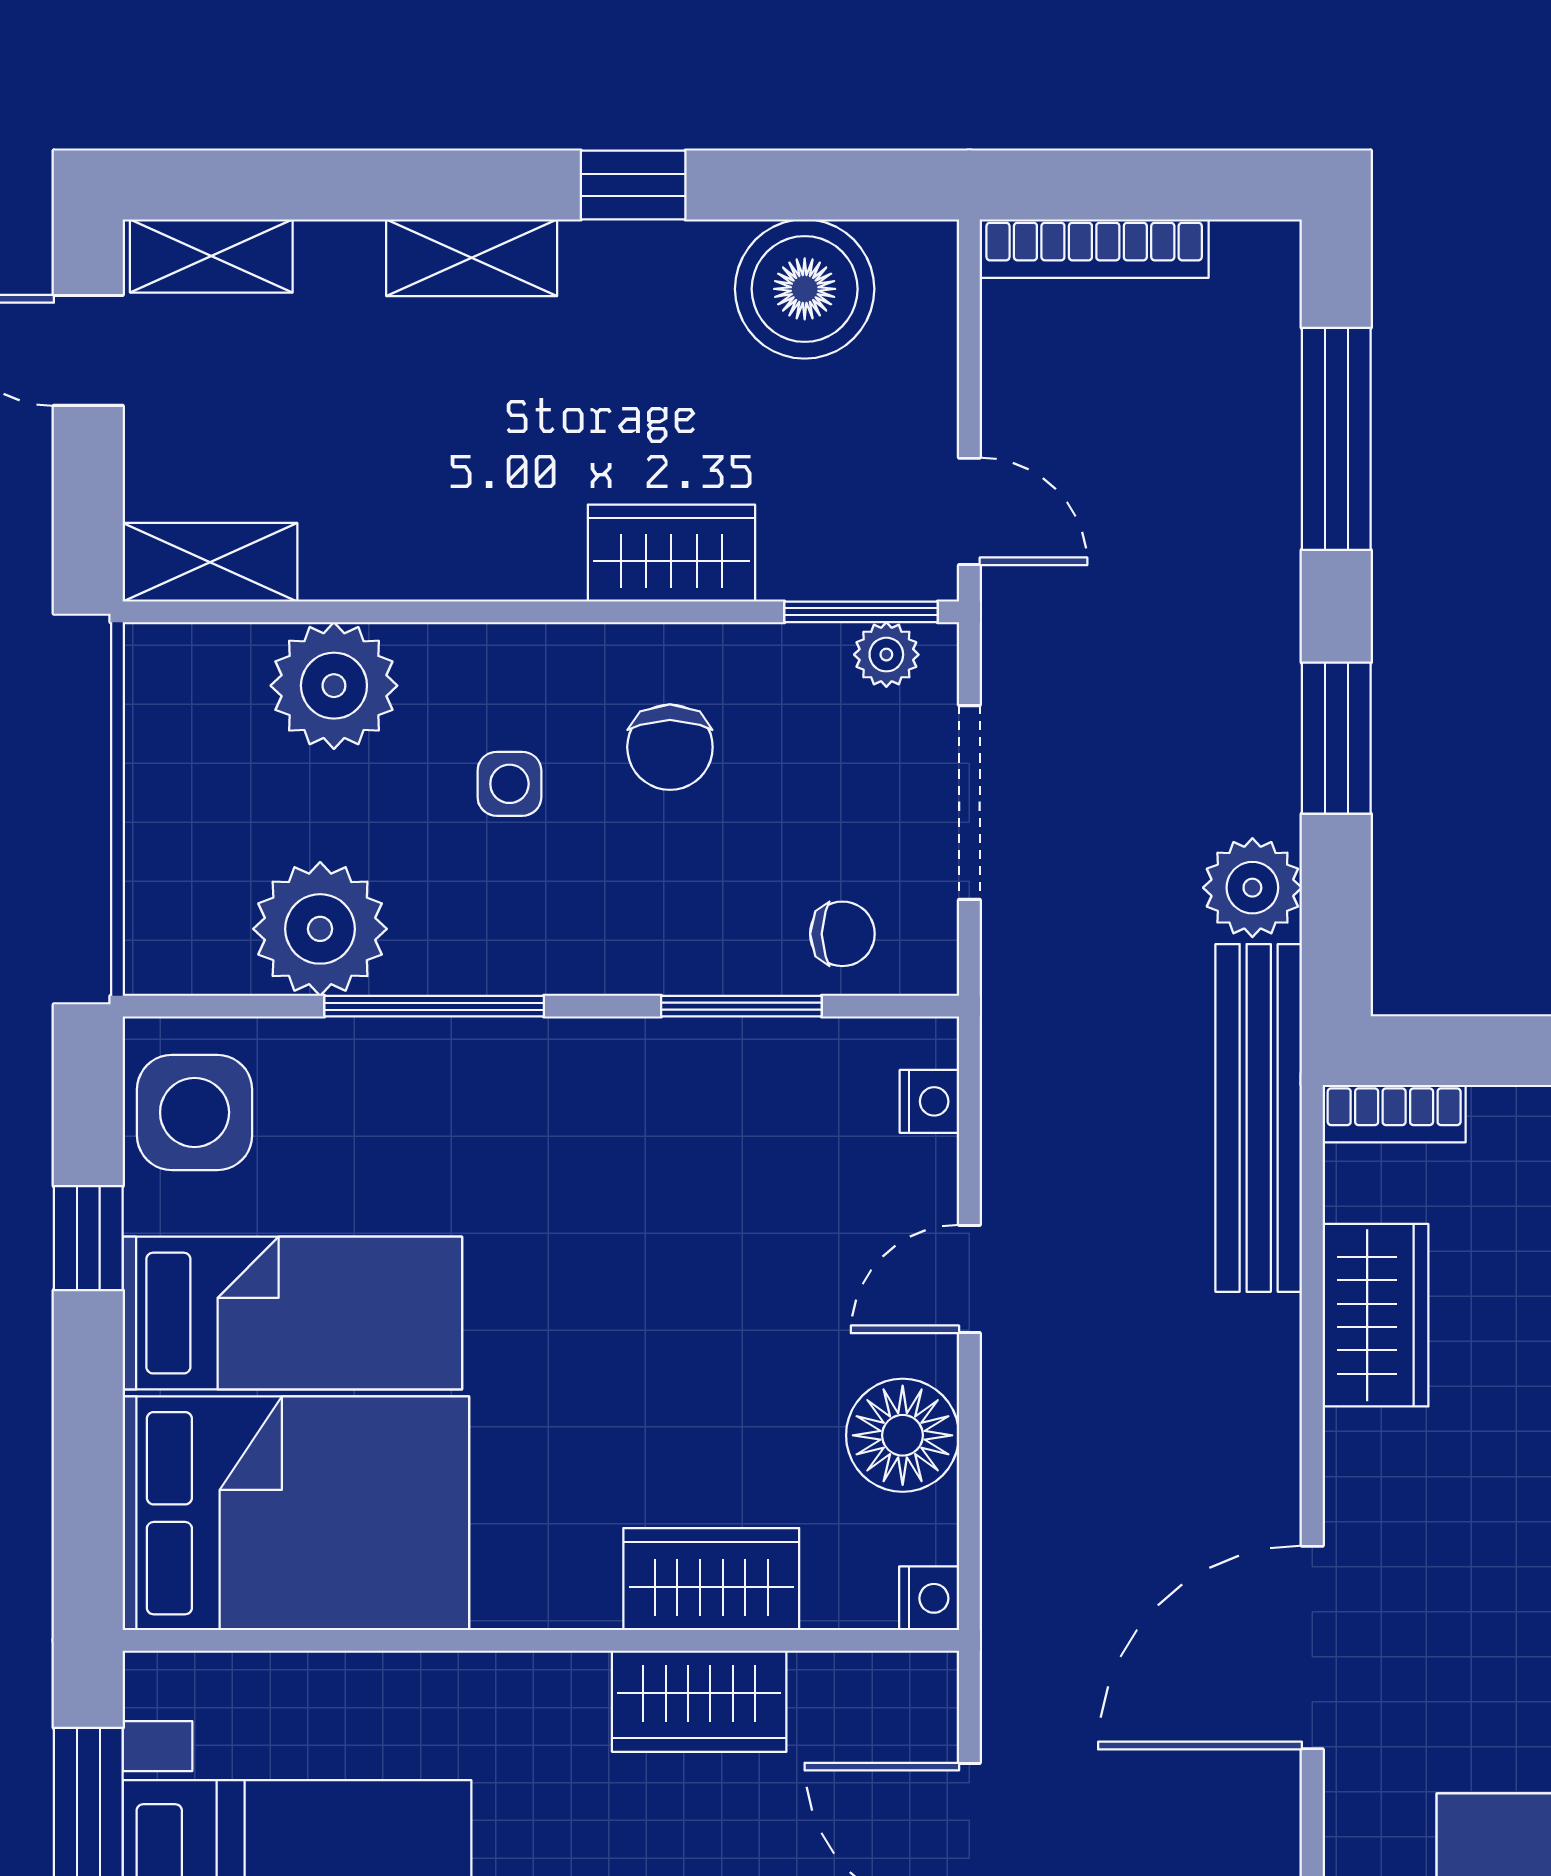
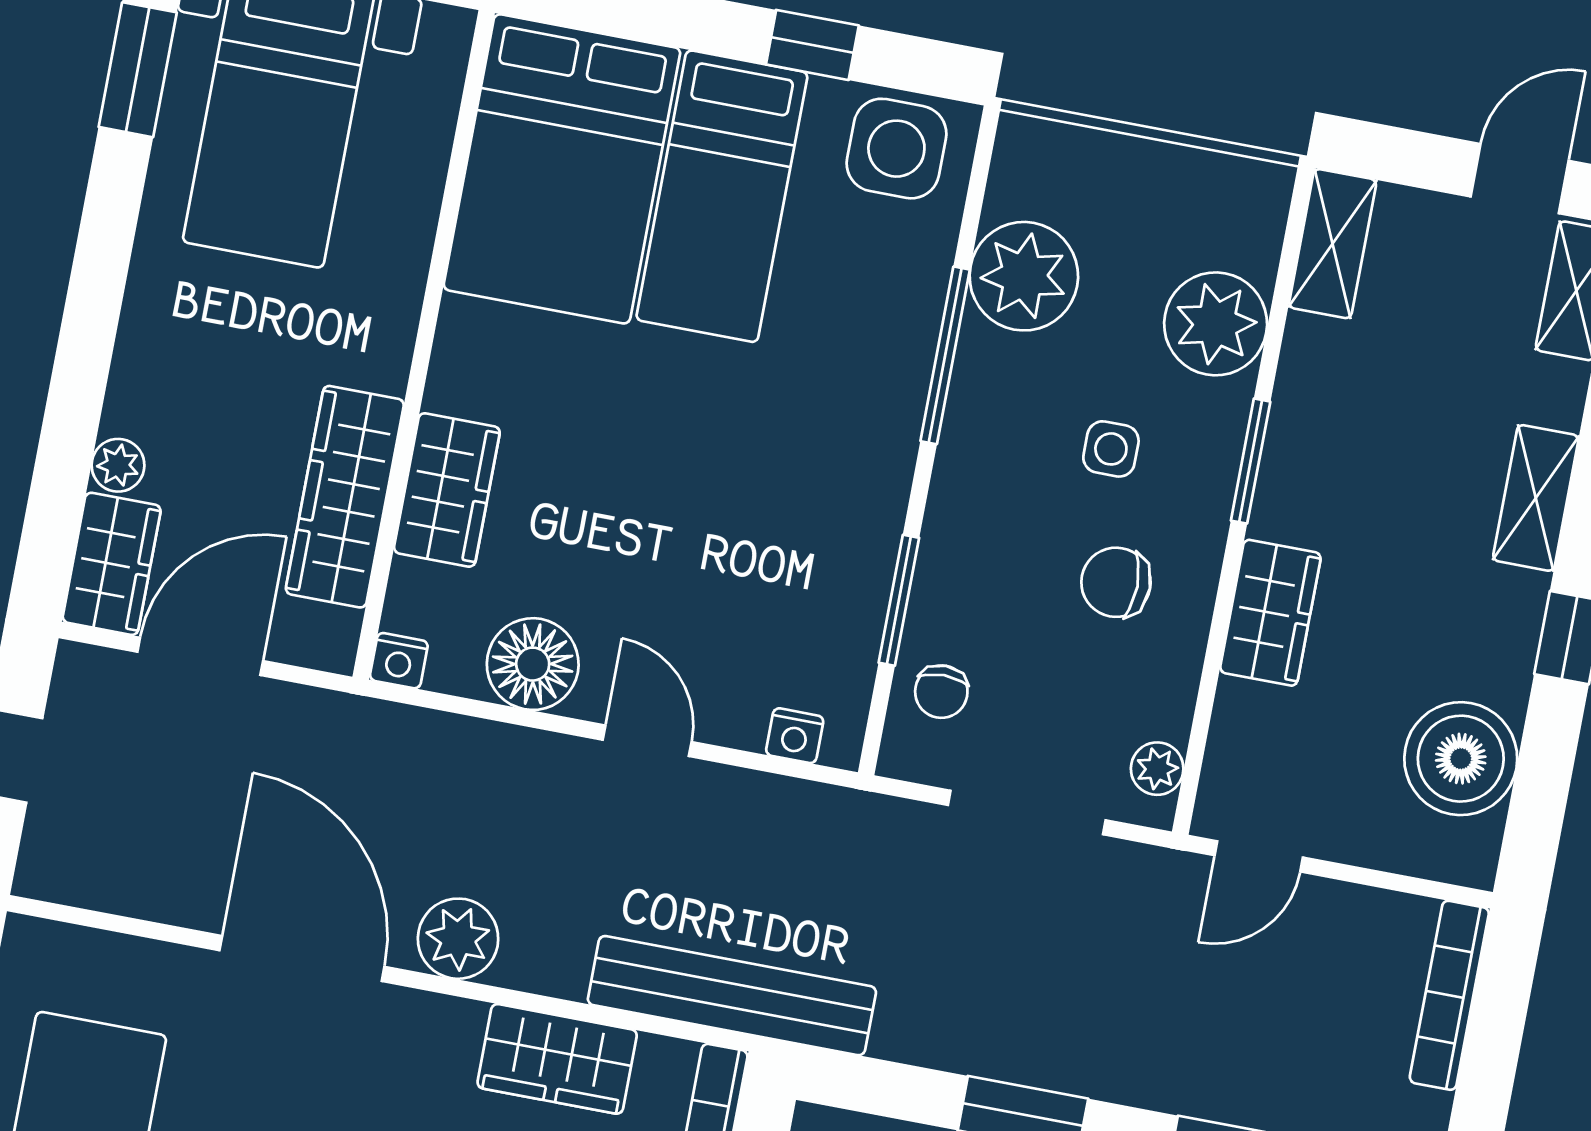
window: (861, 612) -> (1251, 461), moved
plant: (1252, 888) -> (458, 939), moved
wardrobe: (699, 1701) -> (345, 497), width x1.50

